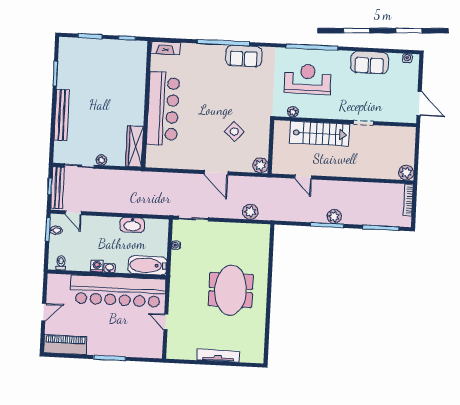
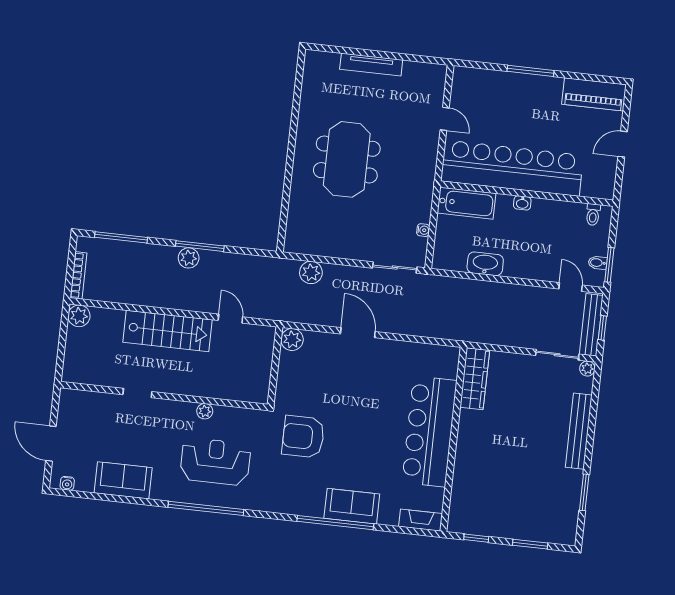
sofa: (244, 56) -> (352, 506), moved
reception desk: (308, 79) -> (215, 462), turned 180
armchair: (249, 100) -> (303, 437), added
door: (419, 104) -> (51, 444), moved
plant: (293, 112) -> (205, 411), moved
side table: (234, 131) -> (327, 392), removed
stairs: (320, 133) -> (168, 331), moved, turned 180
plant: (101, 160) -> (587, 369), moved
washing machine: (97, 266) -> (541, 207), removed

